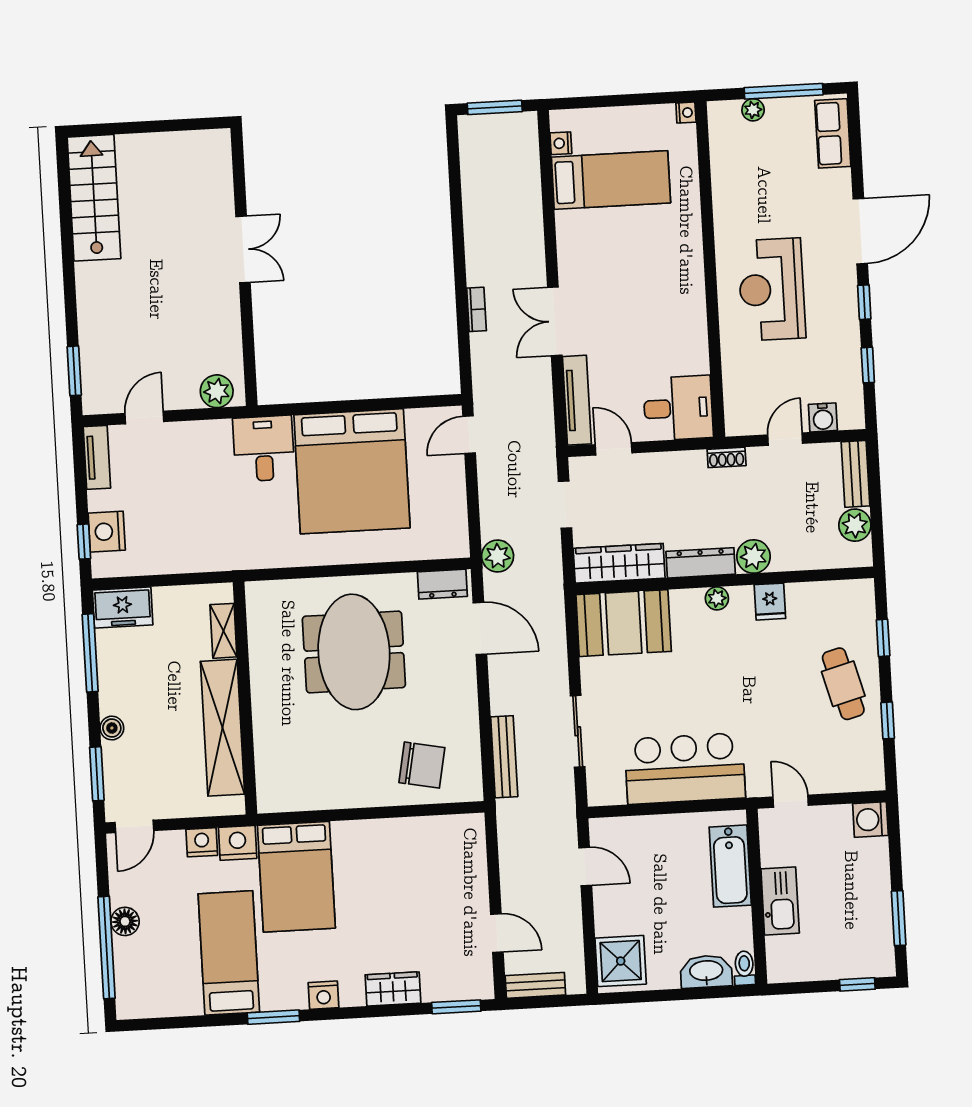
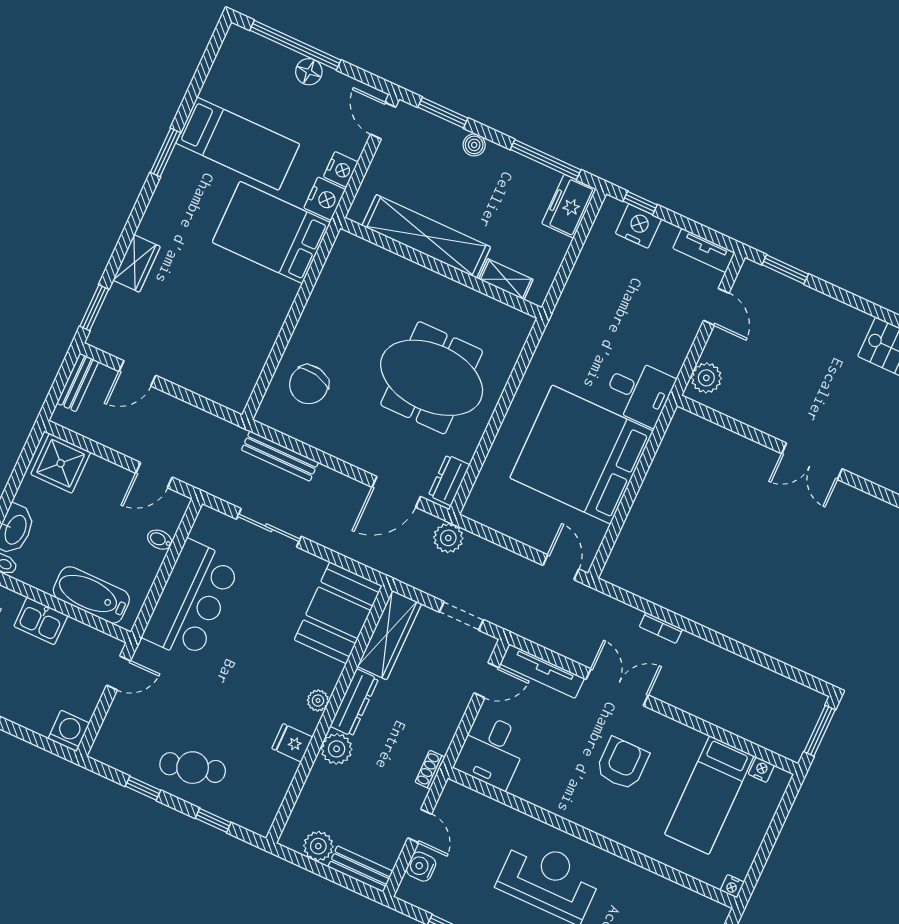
armchair: (625, 278) -> (622, 764), added
bidet: (643, 829) -> (160, 540), added
kitchen sink: (780, 901) -> (41, 621), width x0.73
nightstand: (324, 995) -> (162, 203), removed

